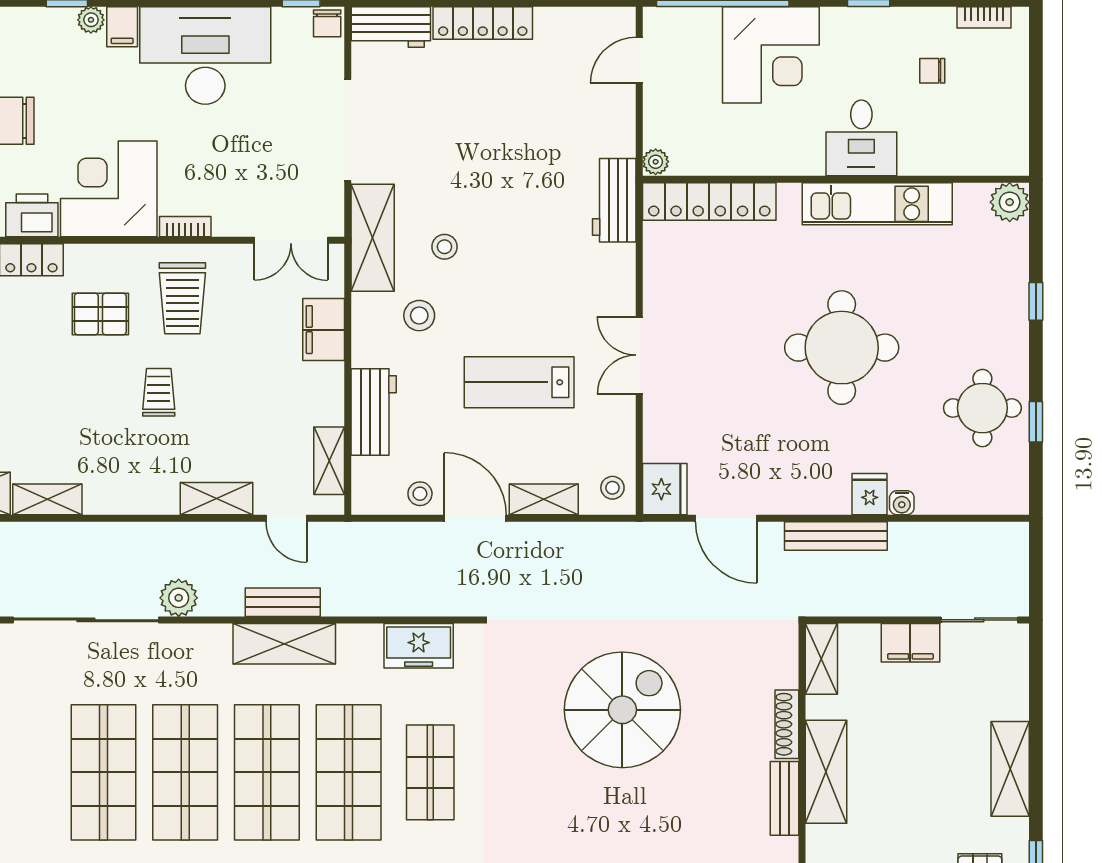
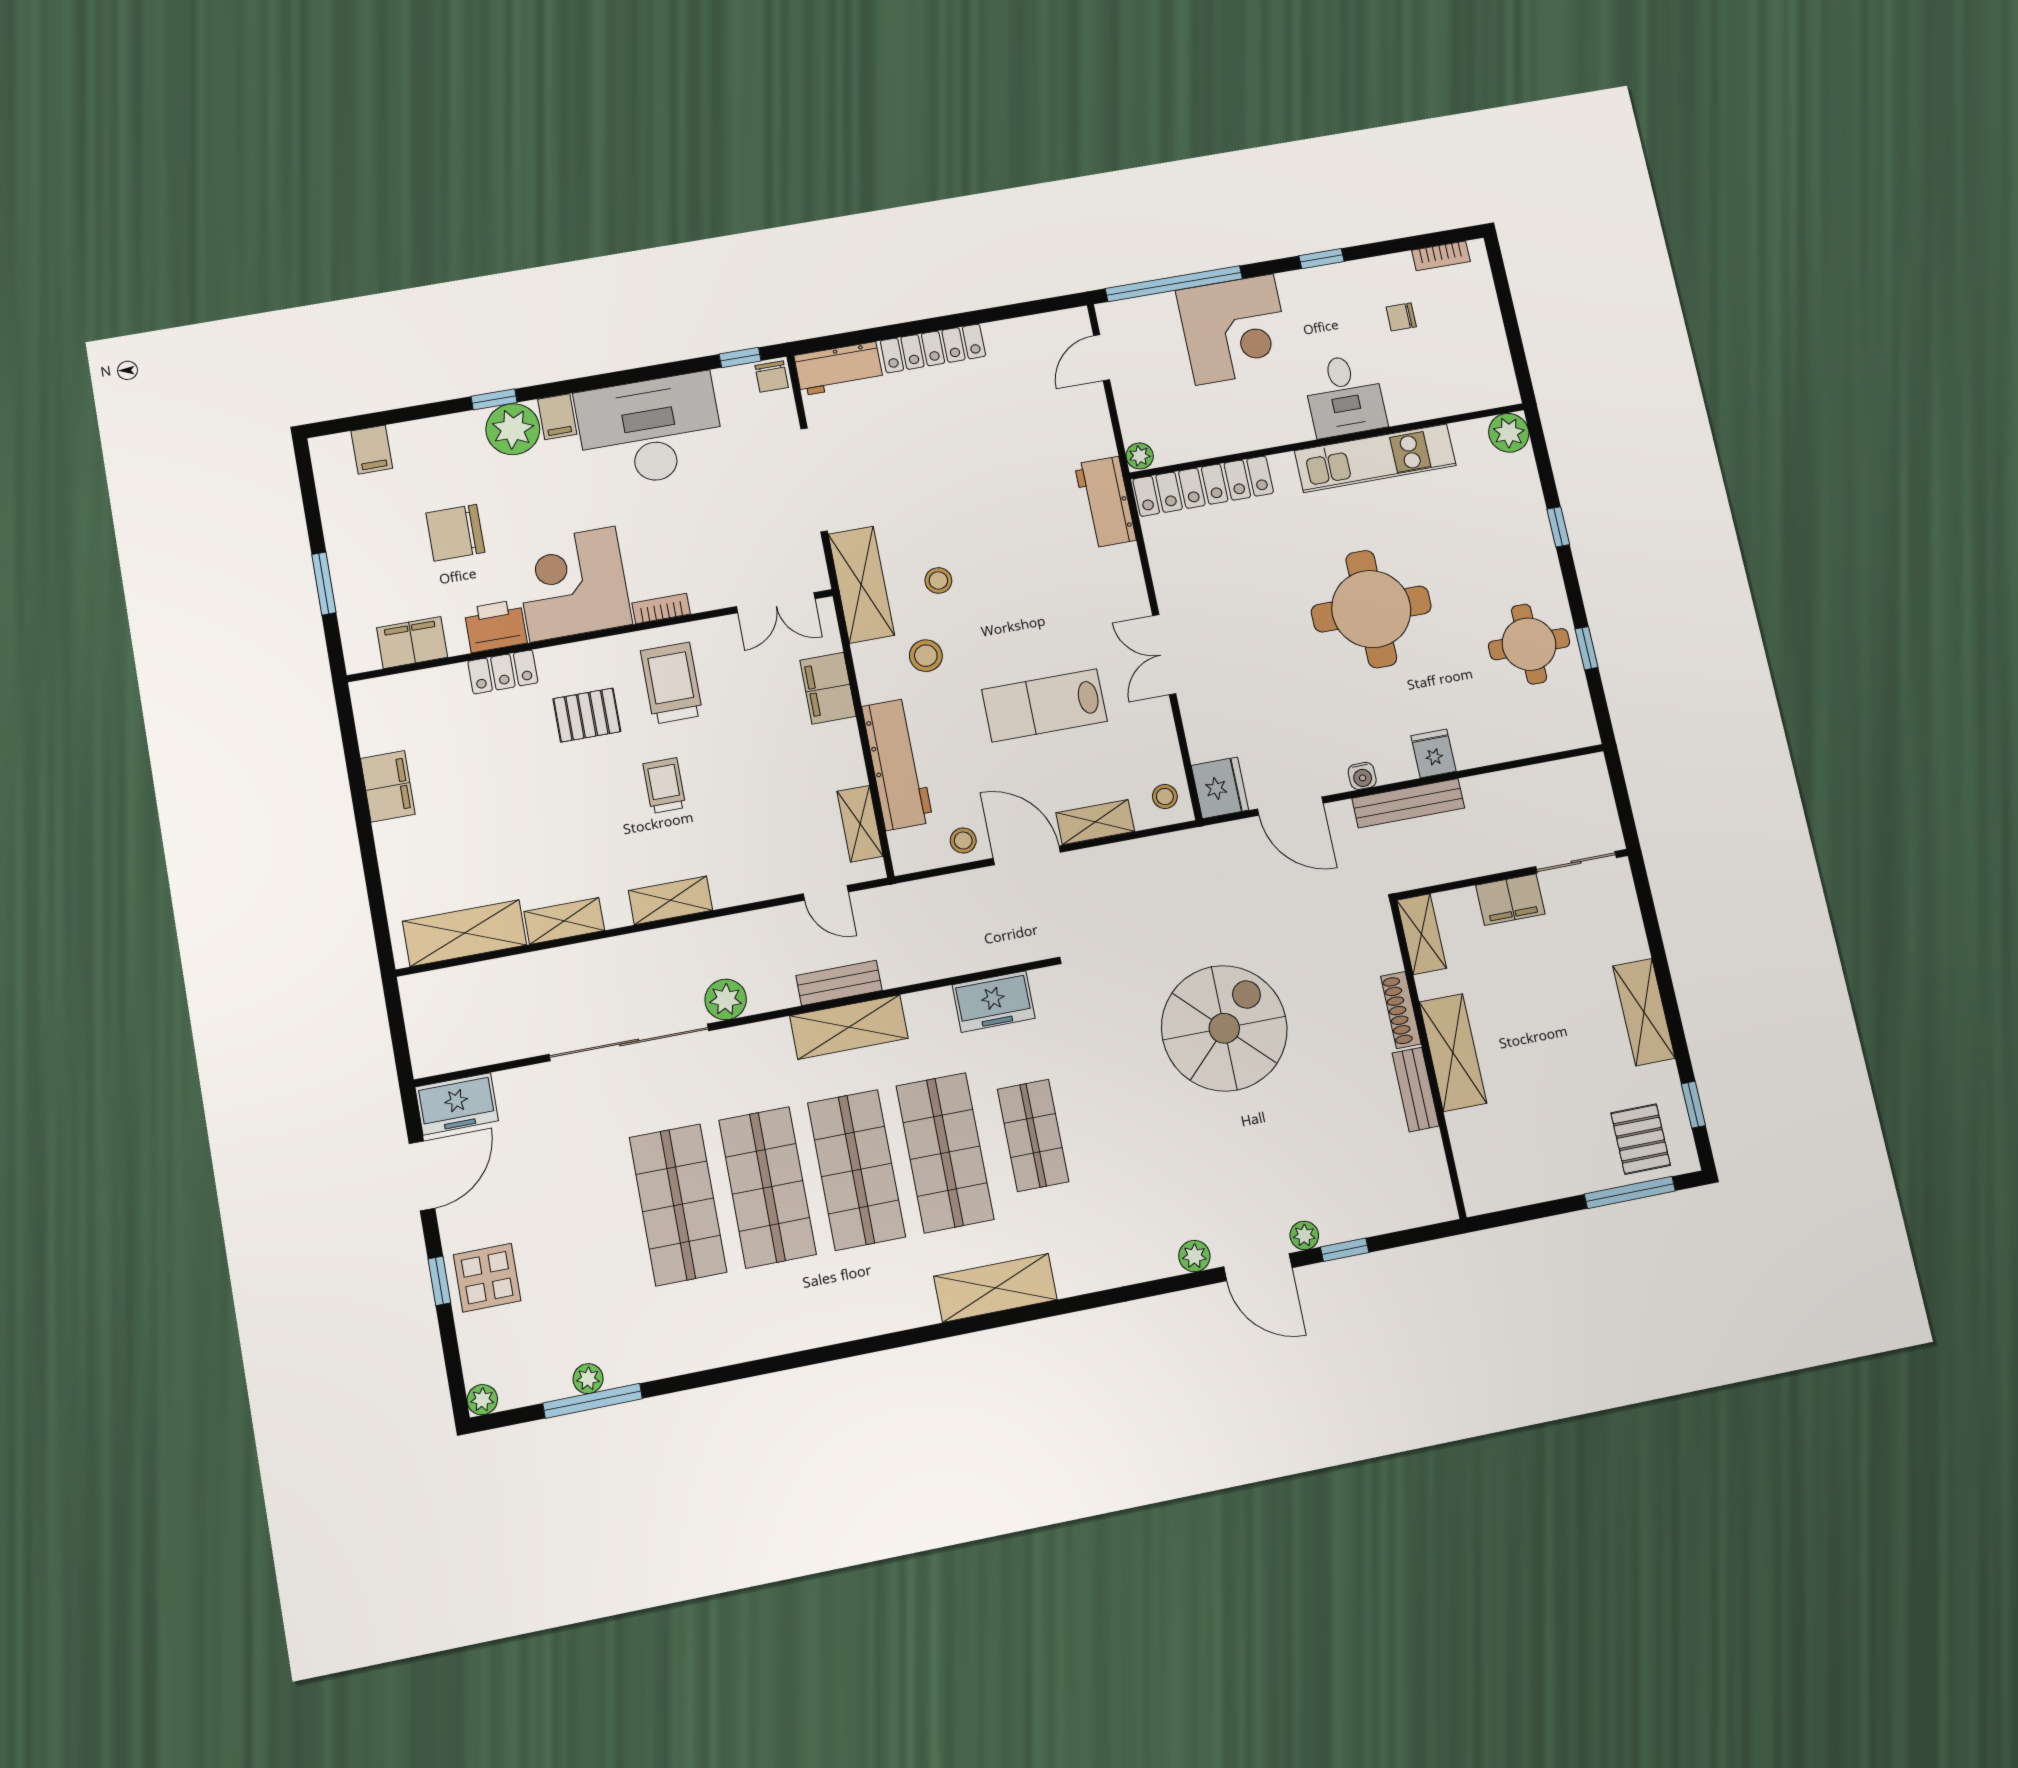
plant: (91, 20) -> (513, 429), width x1.88, depth x1.88
trolley: (182, 298) -> (672, 683), turned 180
workbench: (374, 412) -> (897, 764), width x1.38
shelving: (217, 499) -> (670, 900), moved
water cooler: (902, 503) -> (1362, 776), moved

